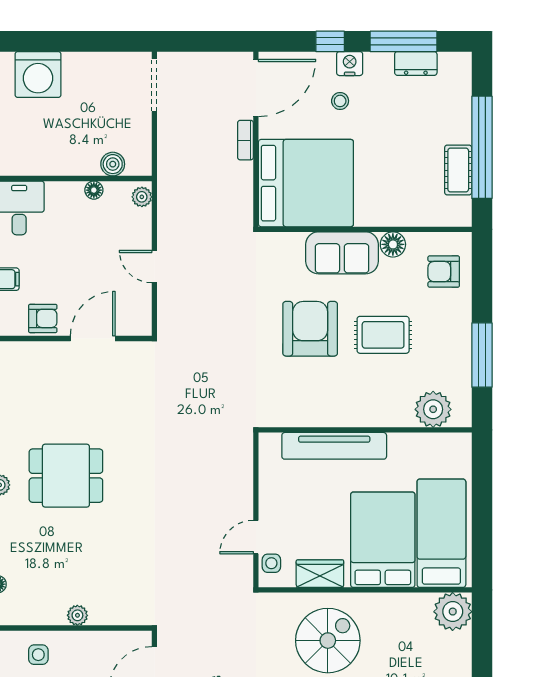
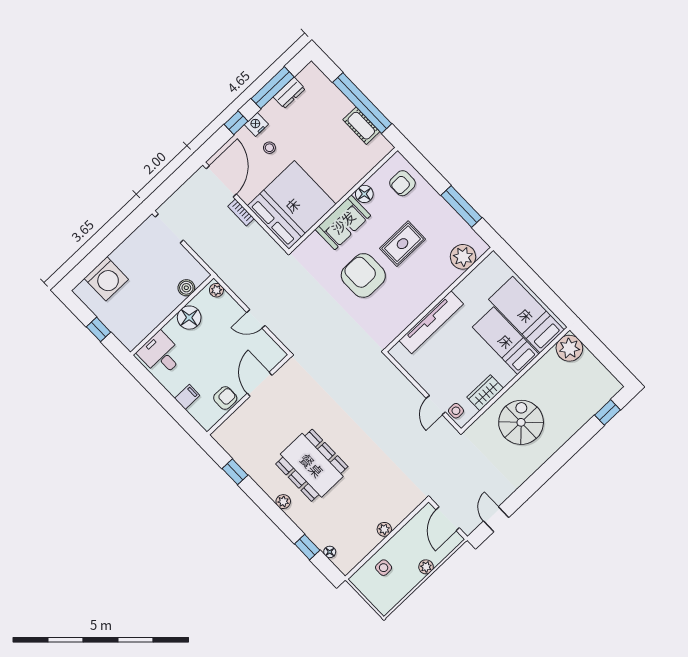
floor lamp: (94, 190) -> (189, 318), width x1.89, depth x1.89
dining table: (66, 476) -> (312, 465), width x1.38
bed: (383, 540) -> (506, 341), width x0.67

